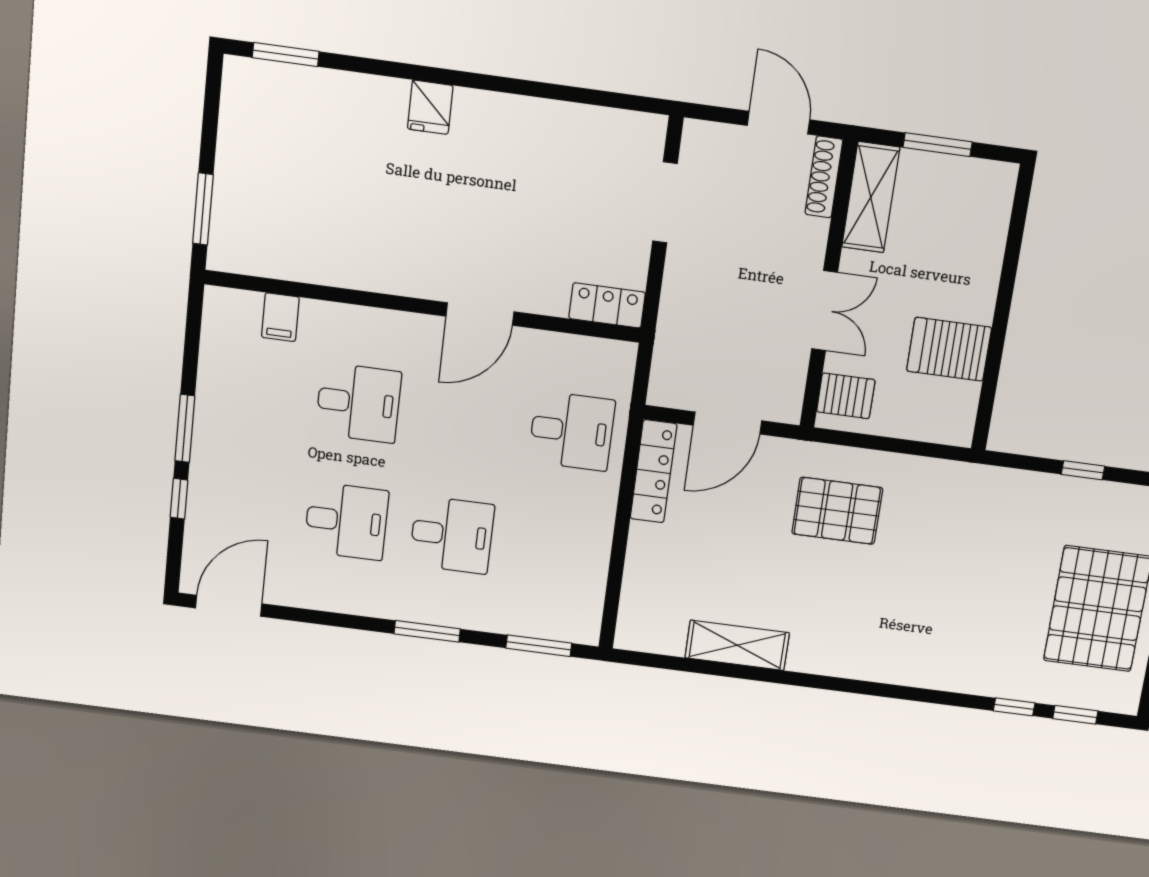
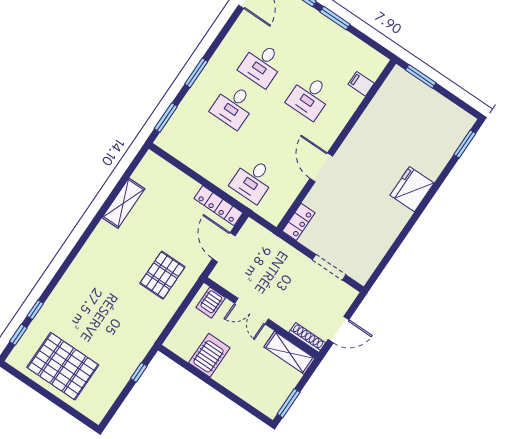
fridge: (430, 107) -> (412, 189), width x1.88, depth x1.34
window: (938, 145) -> (289, 403), moved
window: (1083, 470) -> (139, 372), moved

